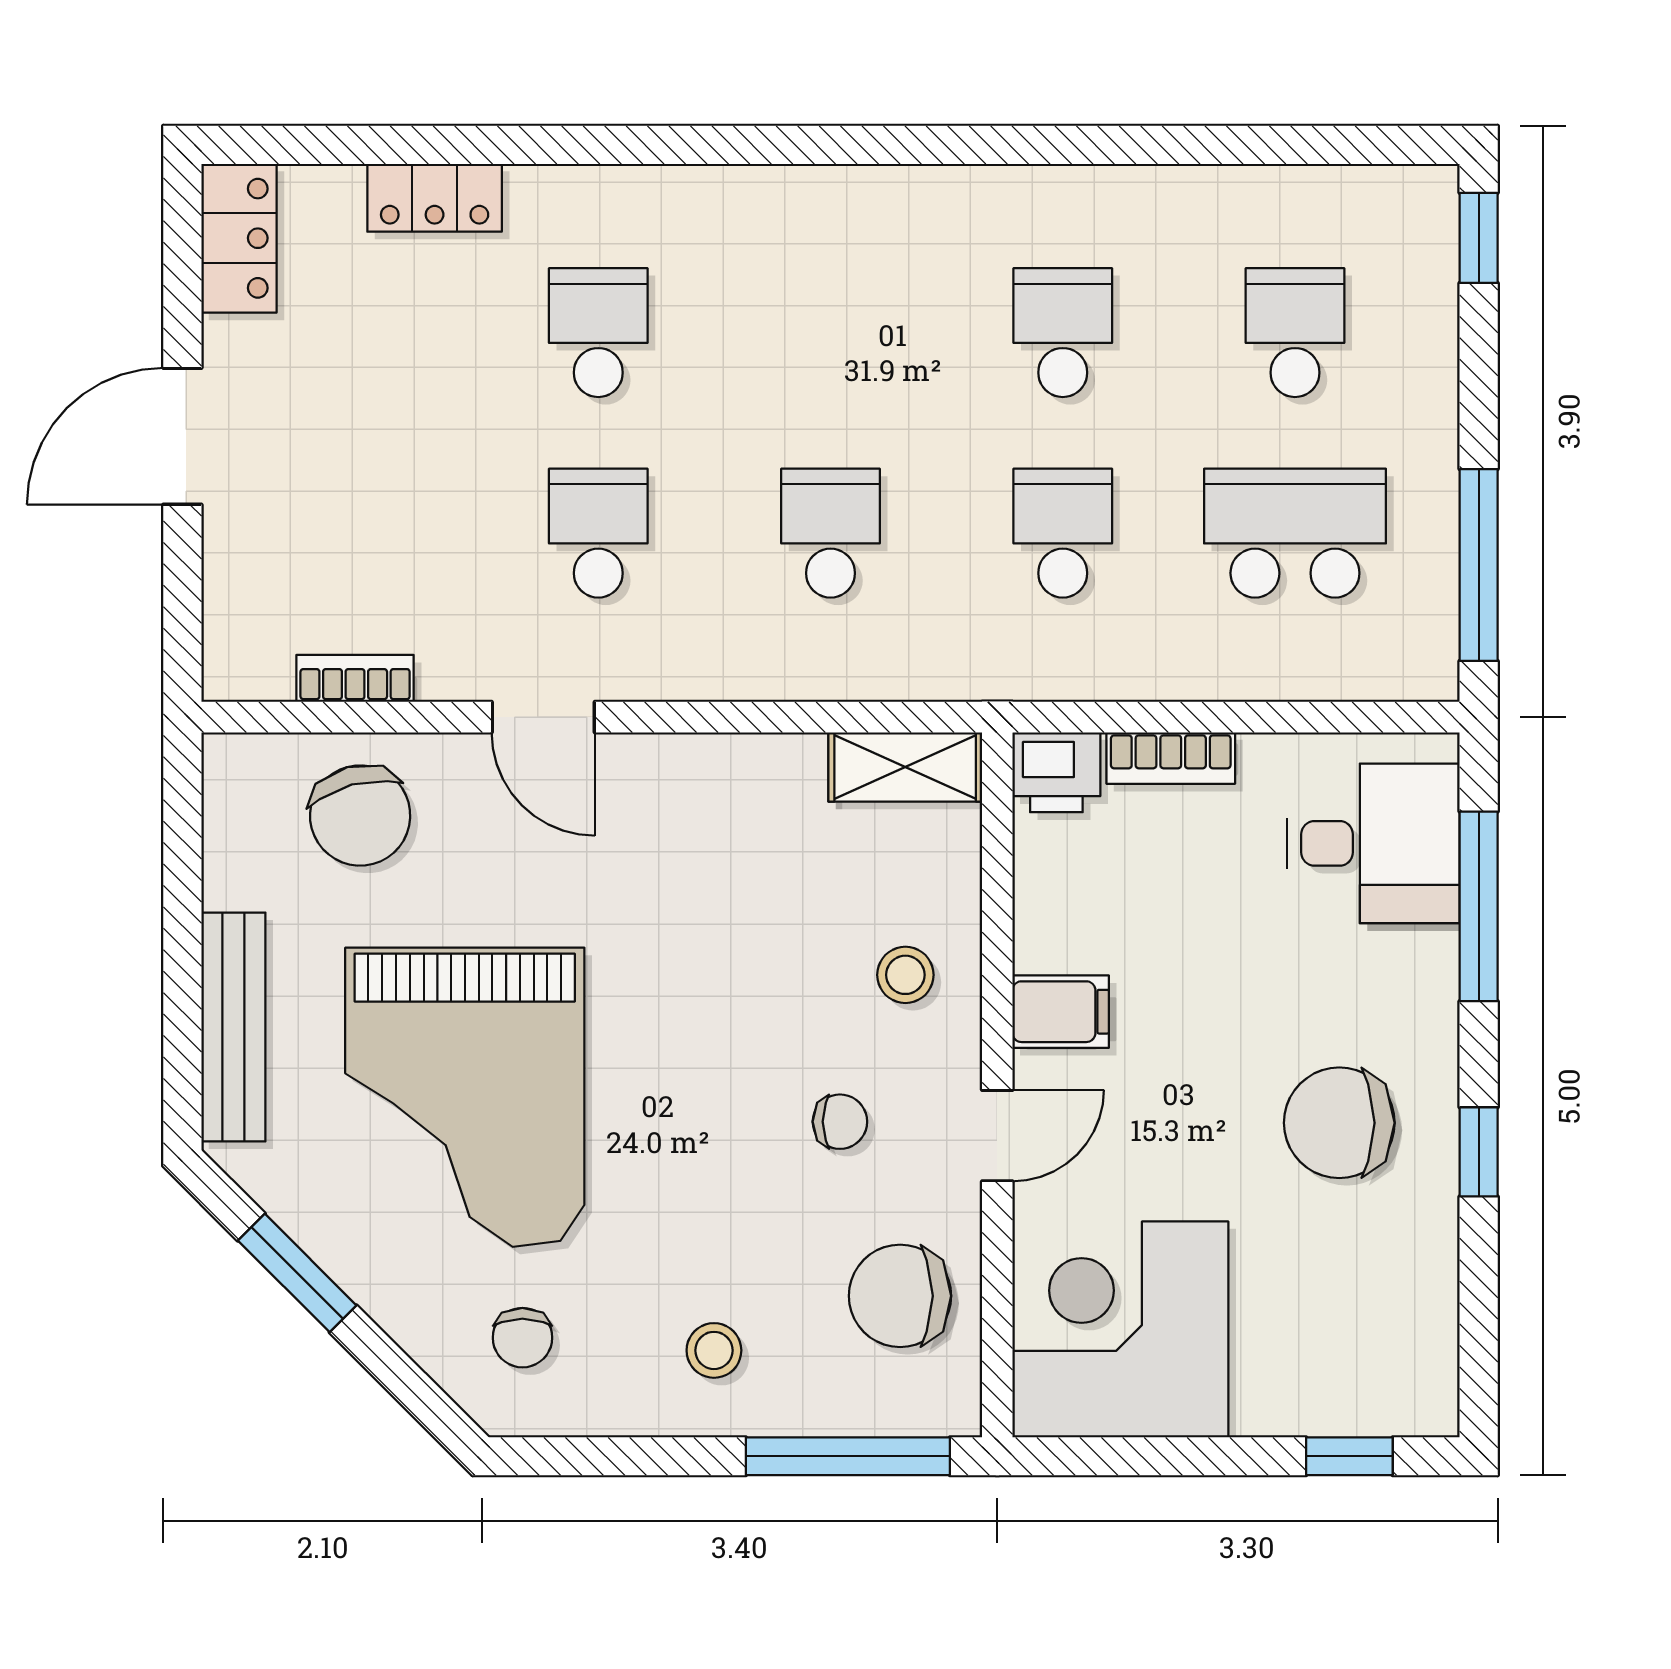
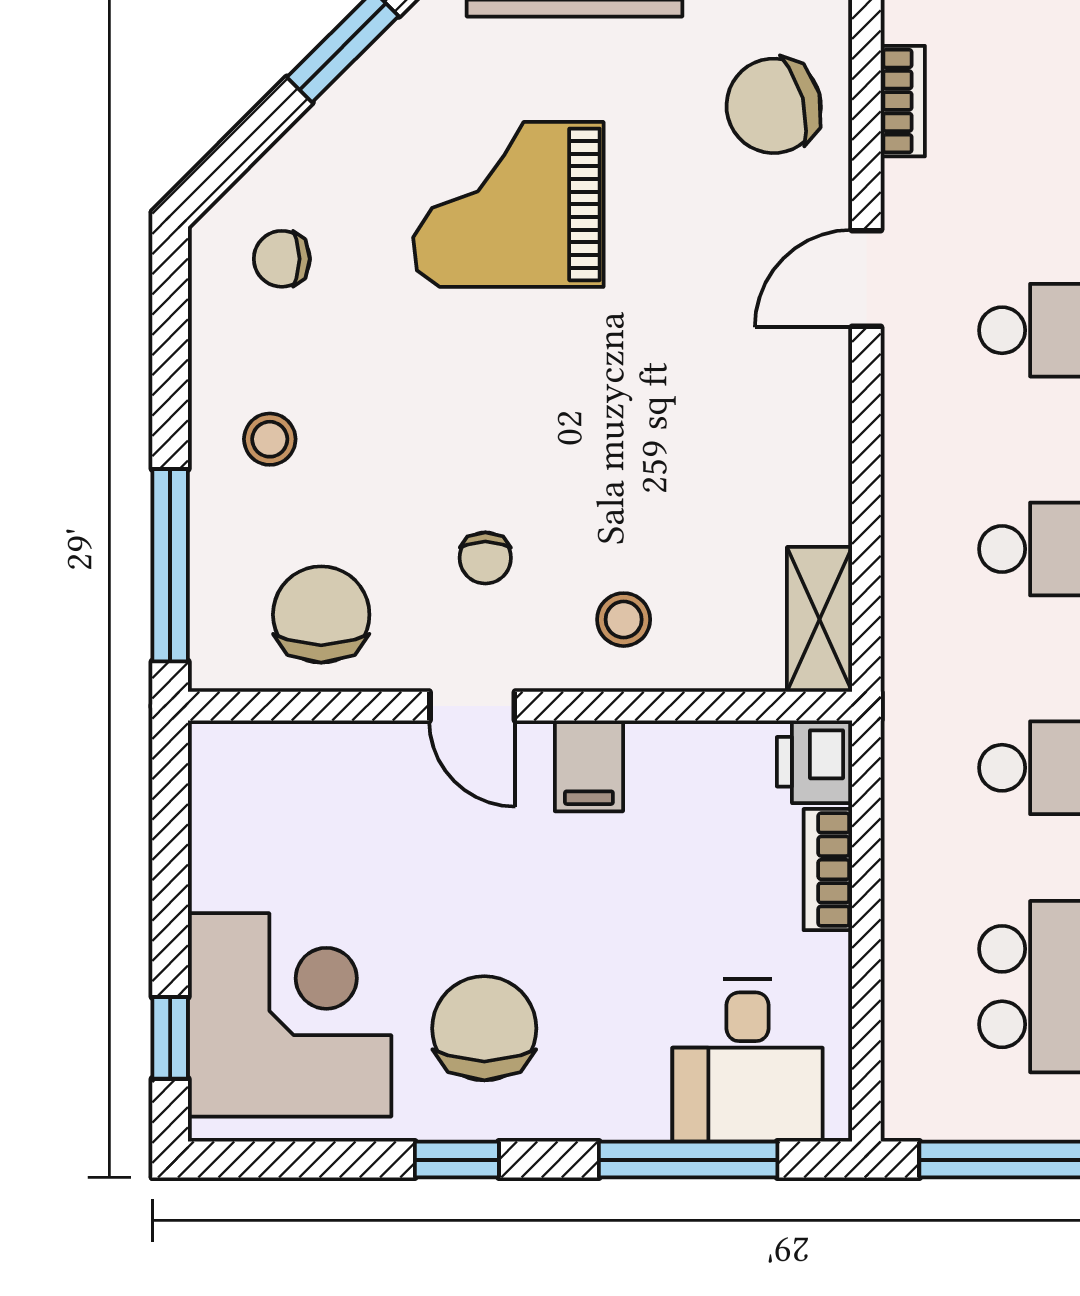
grand piano: (465, 1097) -> (508, 204), width x0.73, depth x0.68
corner desk: (1120, 1329) -> (290, 1015), moved

